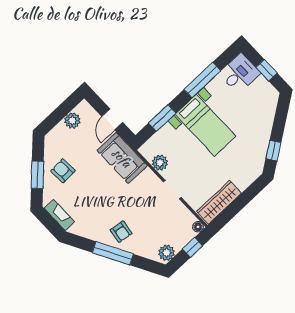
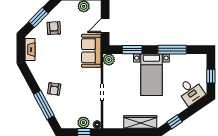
desk: (240, 73) -> (191, 92), moved, turned 55
plant: (160, 163) -> (109, 60), moved
wardrobe: (219, 202) -> (140, 122), moved
window: (113, 253) -> (44, 105), moved
plant: (167, 253) -> (83, 123), moved

